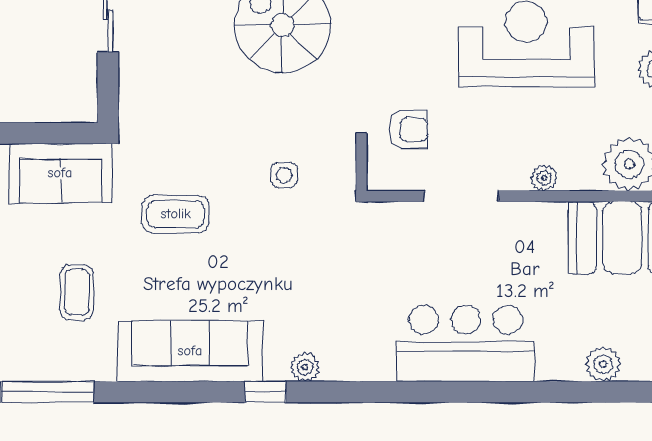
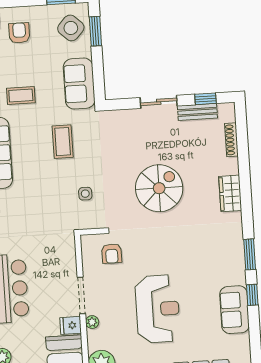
doorway: (461, 196) -> (81, 295), moved
fridge: (548, 222) -> (71, 325), added

